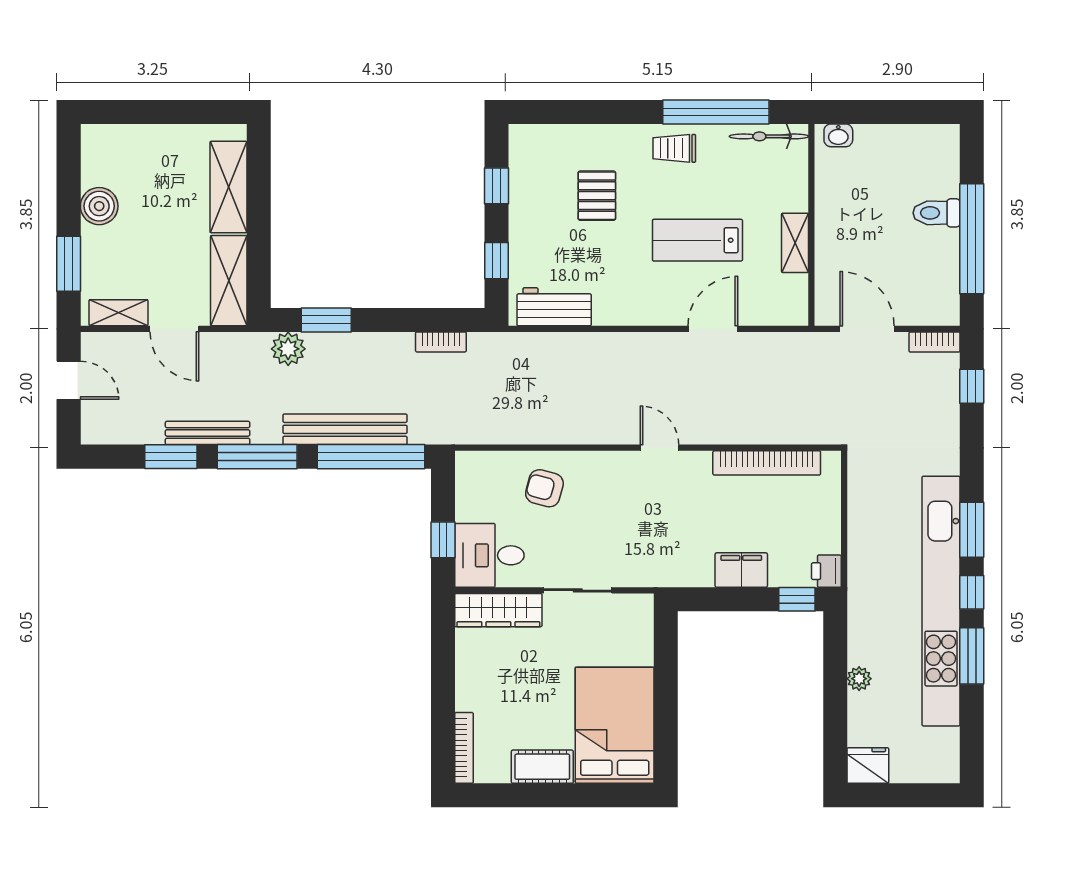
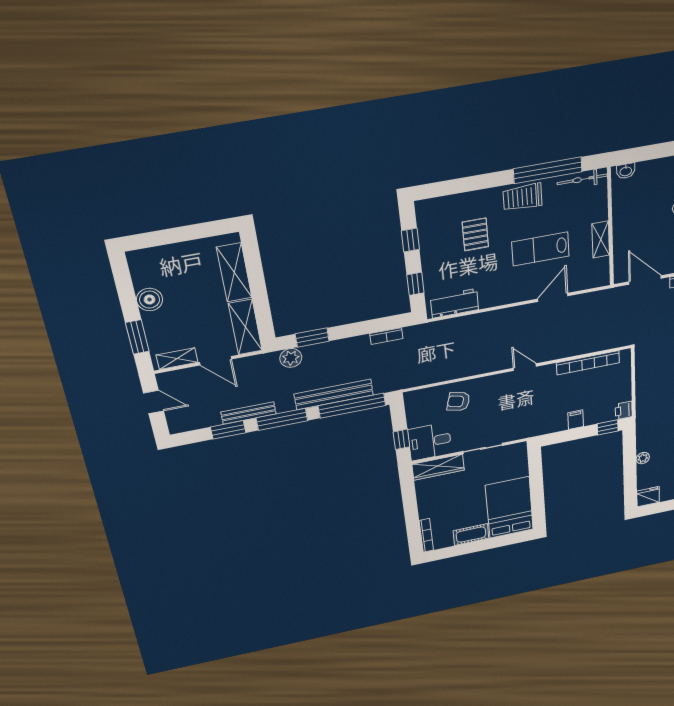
trolley: (674, 148) -> (522, 197), width x1.36, depth x1.39
filing cabinet: (741, 570) -> (576, 420), width x0.50

